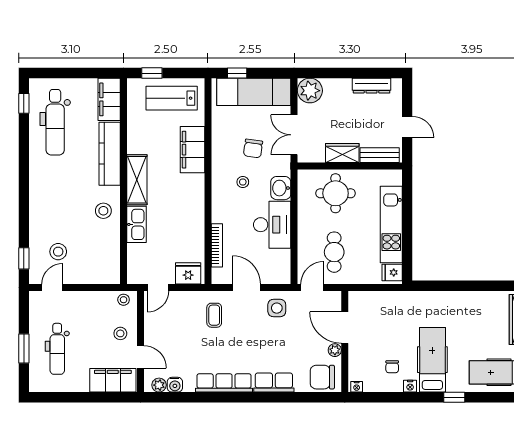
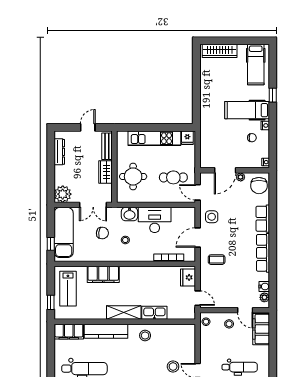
door: (140, 357) -> (245, 310), swing flipped

